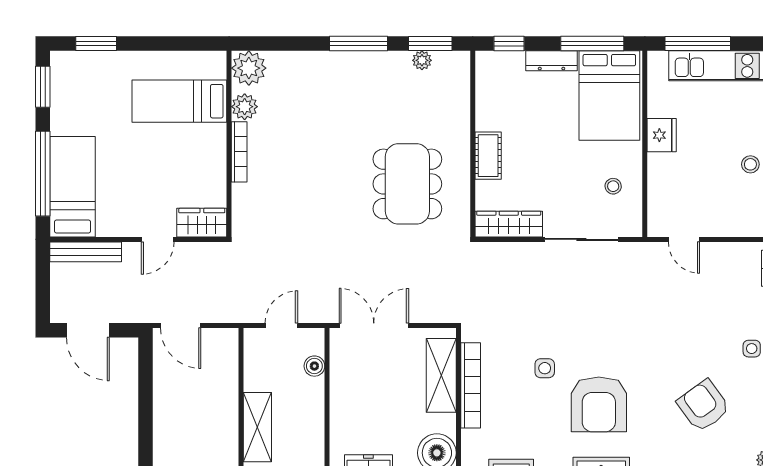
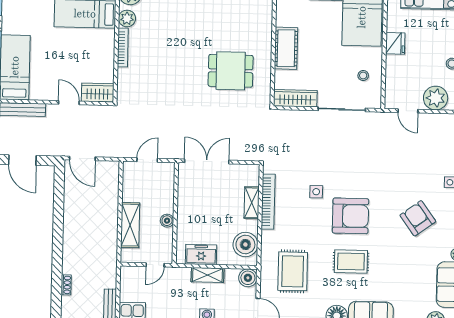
cot: (488, 156) -> (286, 48), width x1.37, depth x1.34
dining table: (407, 184) -> (231, 71), width x0.73
plant: (726, 218) -> (436, 98), added
door: (158, 239) -> (69, 103), swing flipped
boiler: (314, 366) -> (167, 221), moved
shelving: (441, 375) -> (252, 203), width x0.67, depth x0.75
armchair: (599, 404) -> (350, 216), turned -90

